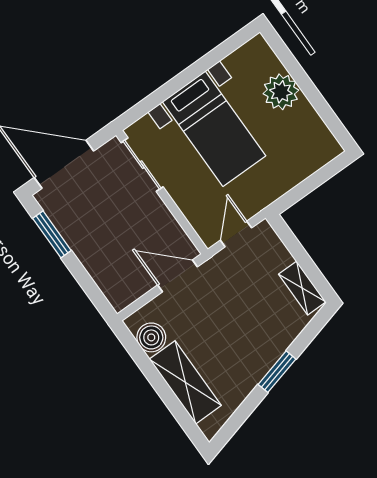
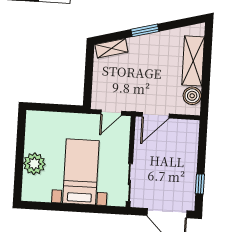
window: (52, 234) -> (200, 184), width x0.67
door: (177, 276) -> (156, 115), hinge flipped
shelving: (302, 288) -> (111, 48), moved, turned 75

